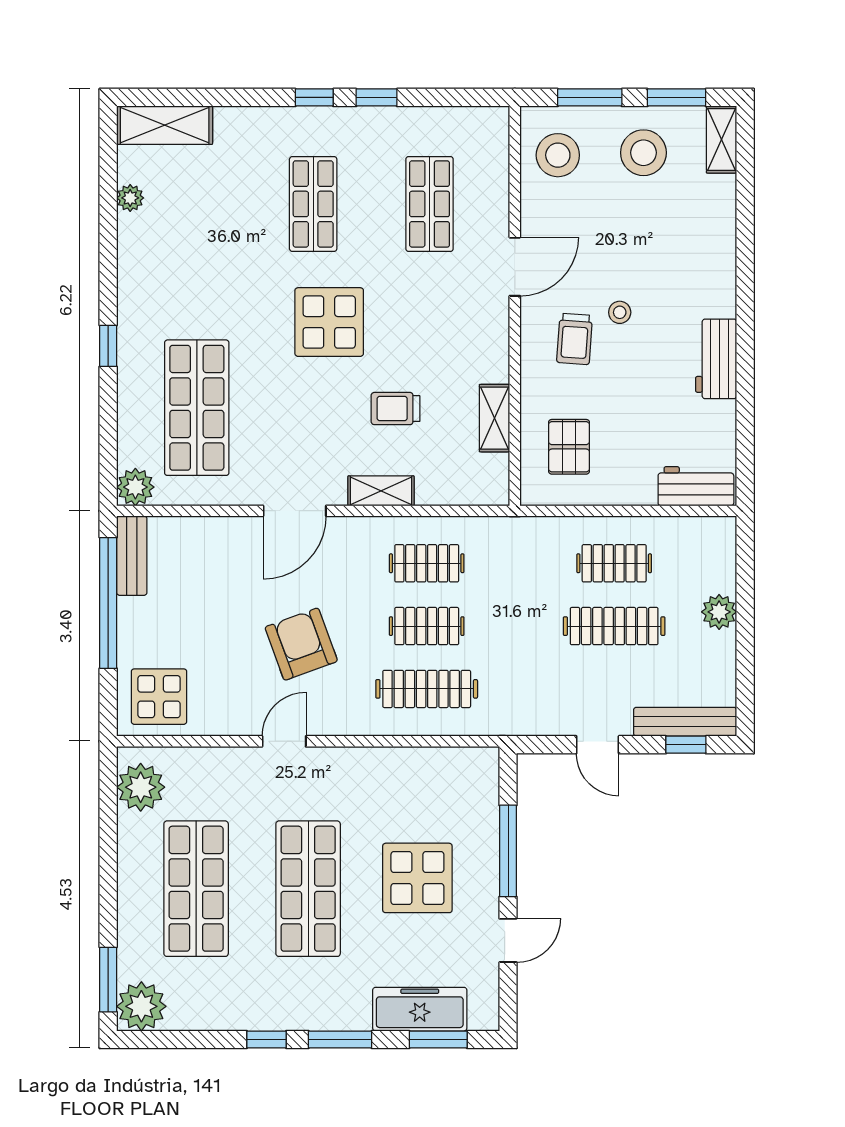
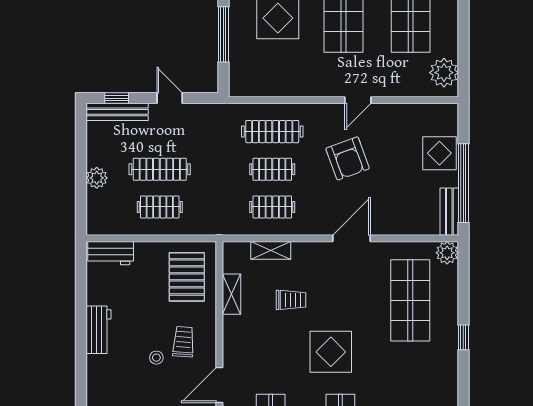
pallet: (569, 447) -> (187, 277), width x1.50, depth x1.42
shelving: (381, 491) -> (271, 250), moved
display table: (159, 697) -> (439, 153), moved

